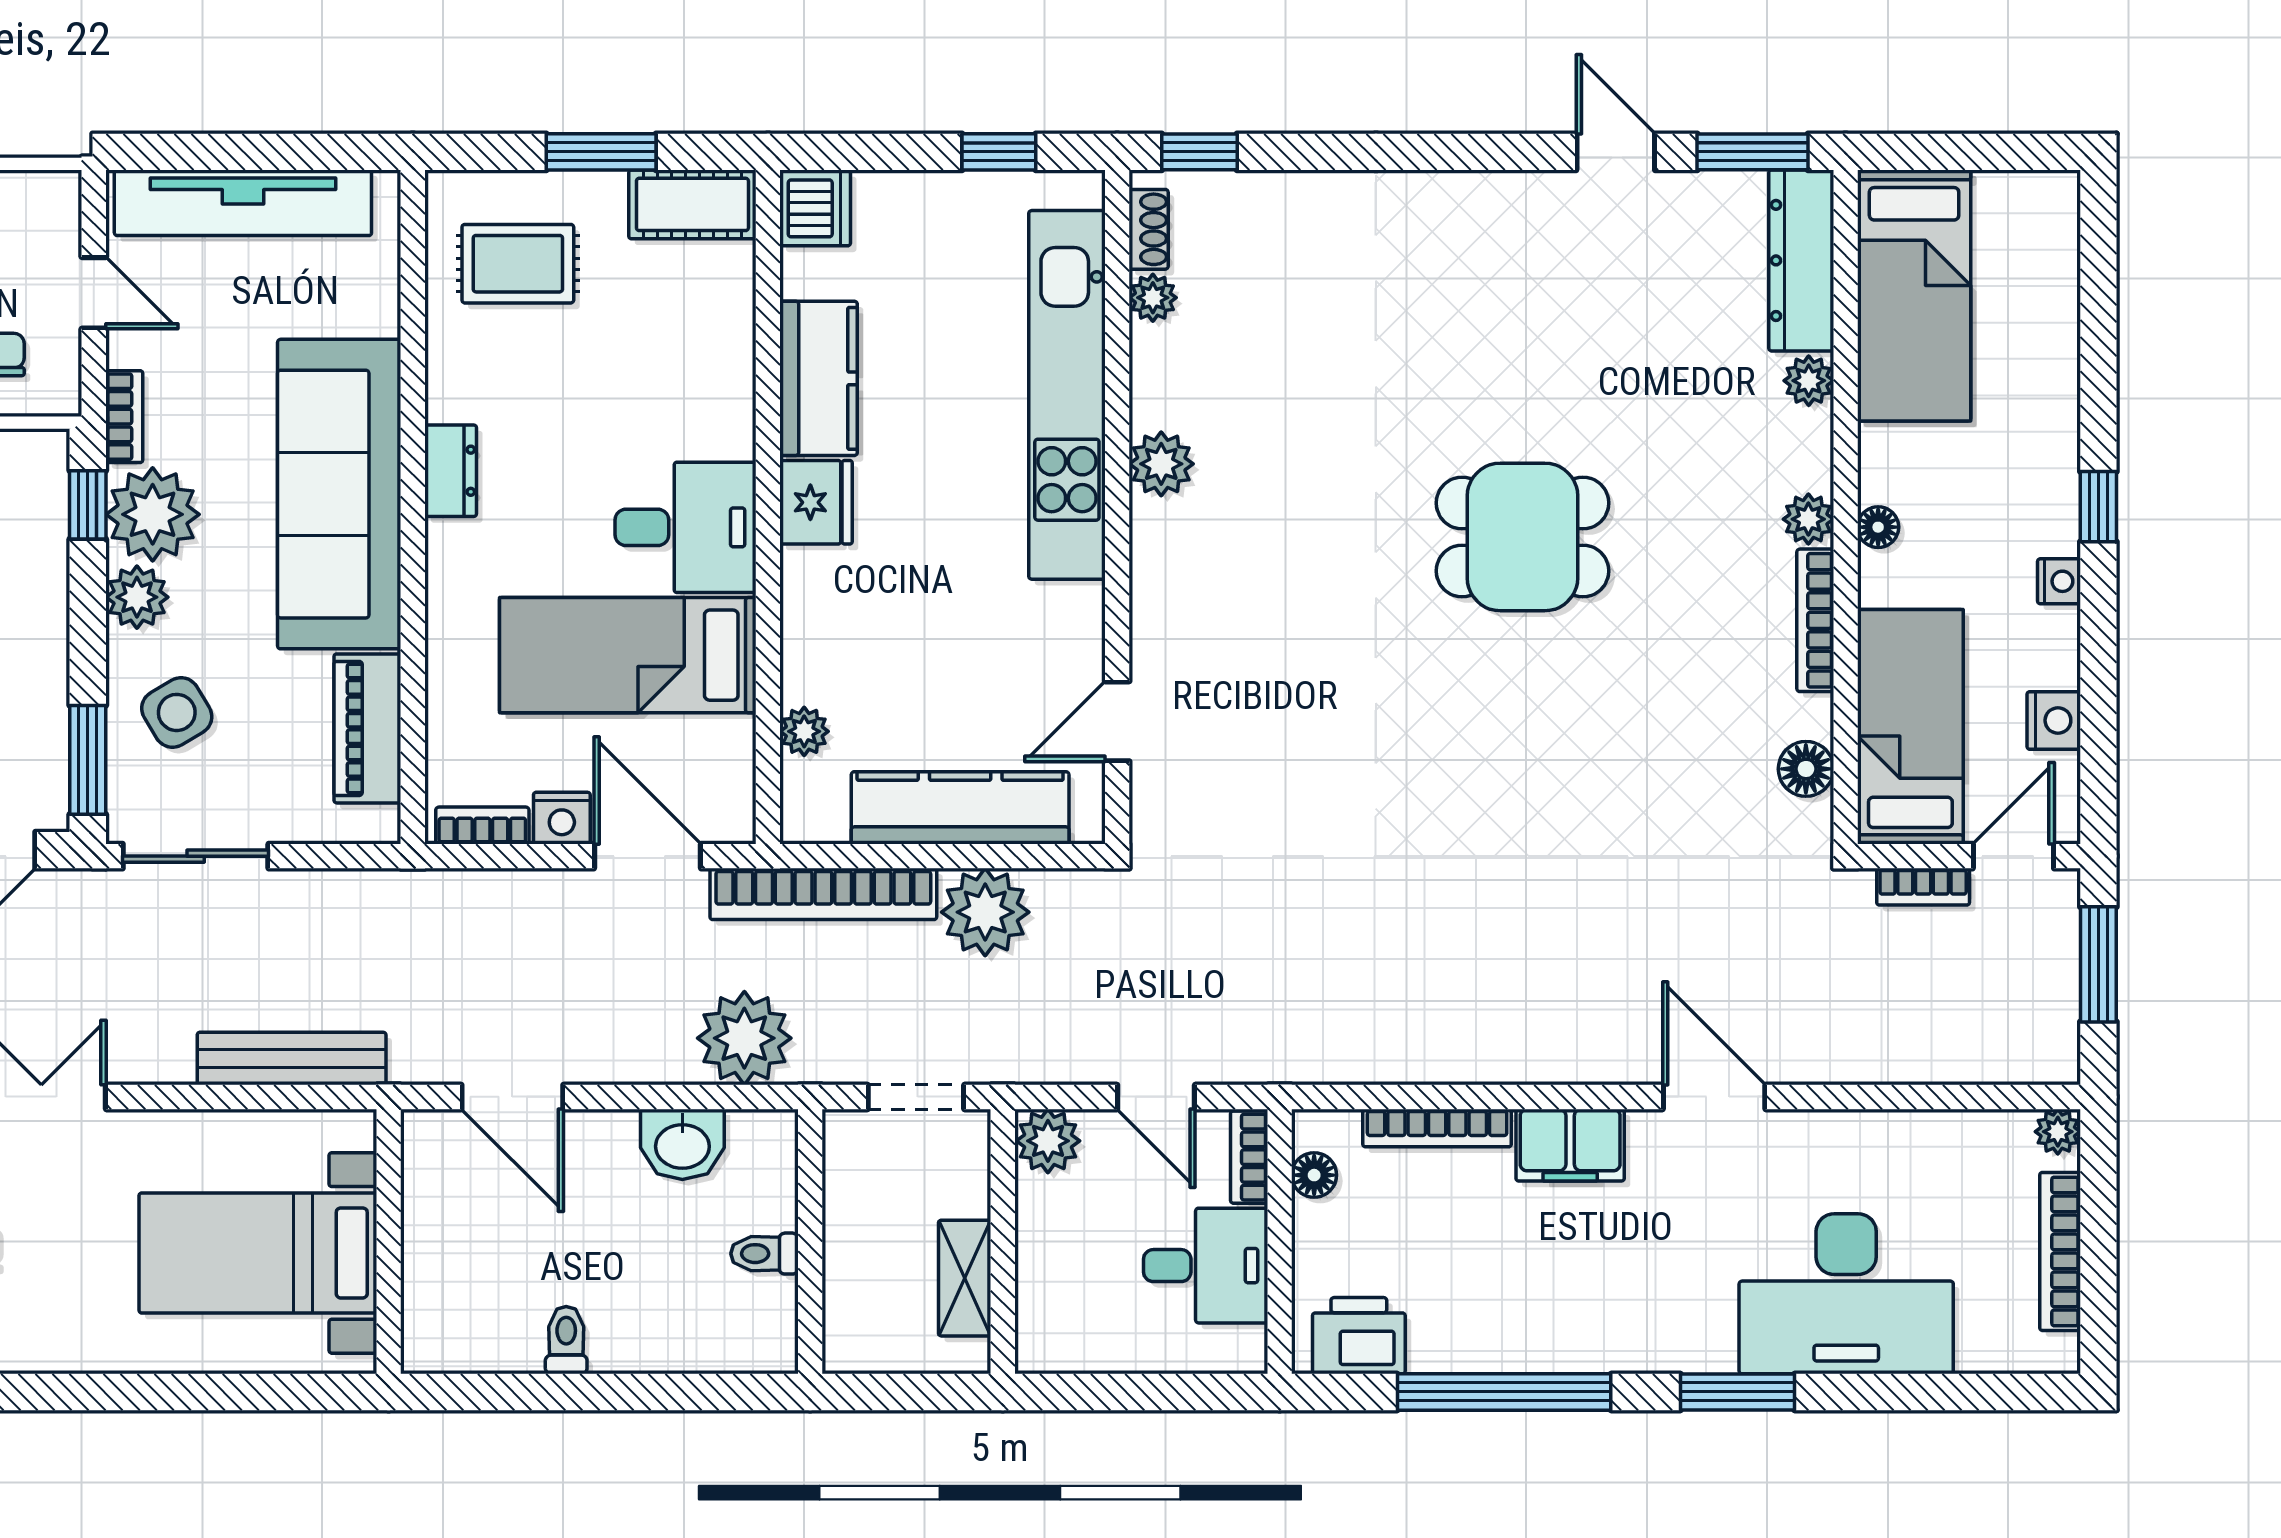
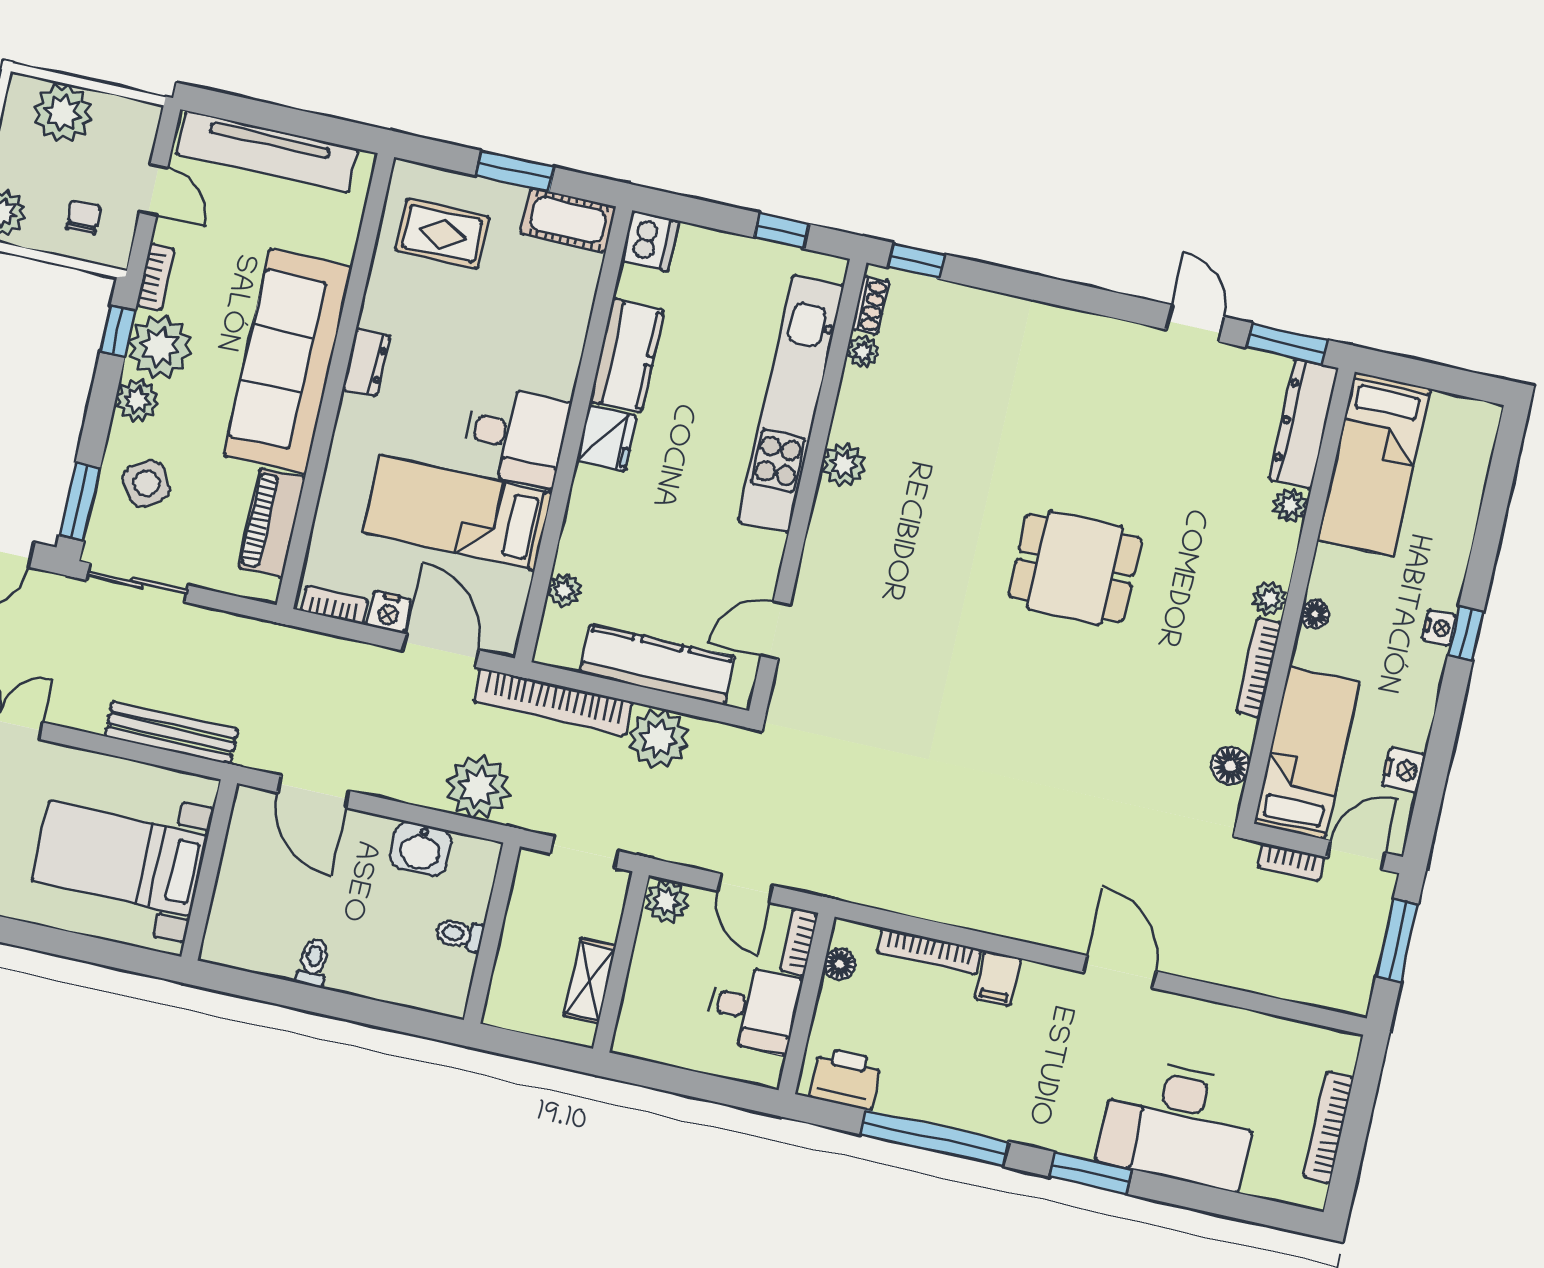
nightstand: (2059, 581) -> (1439, 628), moved
plant: (2058, 1132) -> (1345, 1046), removed
filing cabinet: (1570, 1145) -> (998, 978), width x0.50

